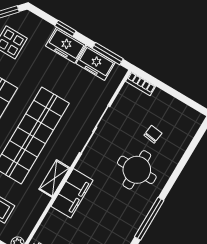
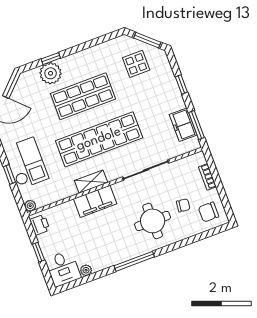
freezer: (66, 45) -> (172, 96), removed
bookcase: (140, 84) -> (207, 177), moved
chair: (180, 122) -> (208, 212), added

